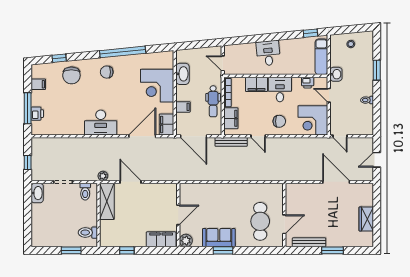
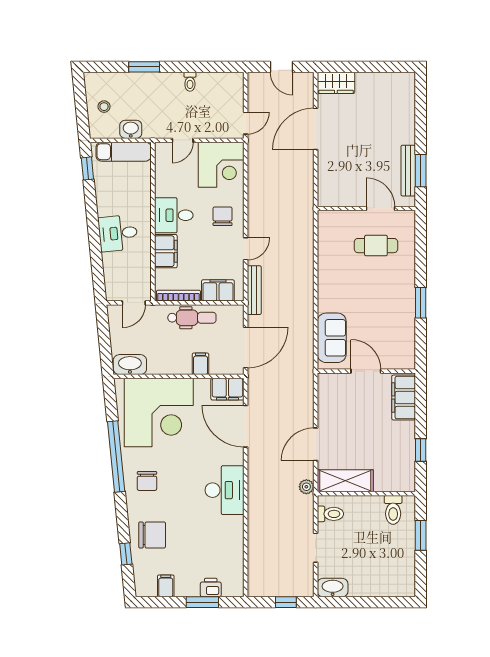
washbasin: (183, 74) -> (130, 365), moved
washbasin: (336, 74) -> (131, 129), moved
printer: (308, 83) -> (163, 173), removed
corner desk: (157, 86) -> (159, 413), width x1.36, depth x1.36
window: (28, 108) -> (202, 602), width x0.69
wardrobe: (366, 219) -> (336, 83), moved
cafe table: (260, 221) -> (376, 246), width x0.73, depth x0.74
sofa: (219, 238) -> (332, 338), moved, turned 180
plant: (186, 241) -> (405, 360), removed
window: (332, 250) -> (421, 171), moved

